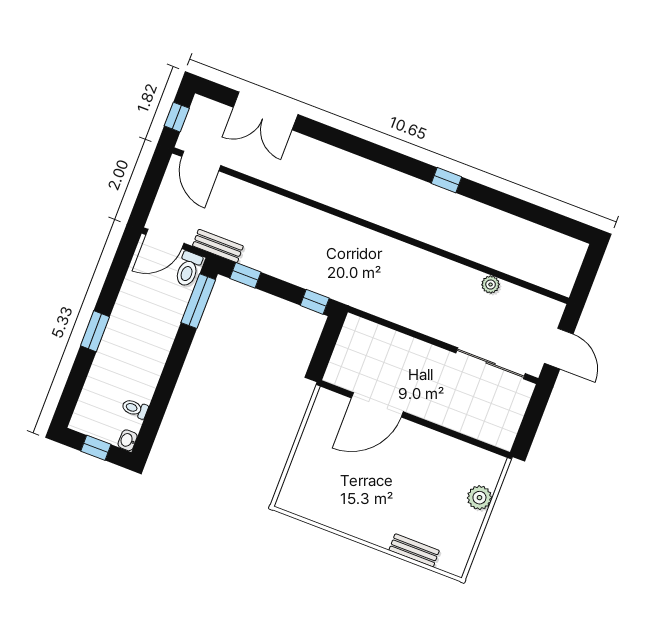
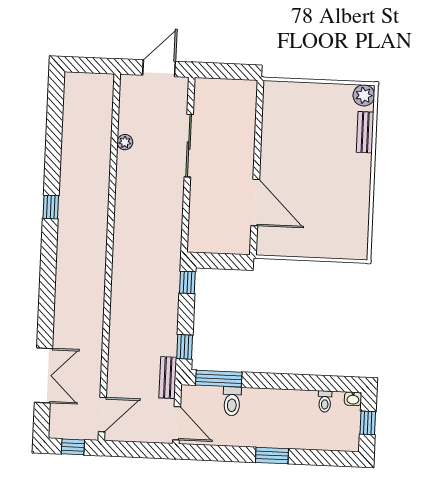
toilet: (188, 269) -> (232, 401), moved, turned 90
sliding door: (491, 363) -> (189, 146), moved
plant: (479, 498) -> (364, 95), moved

